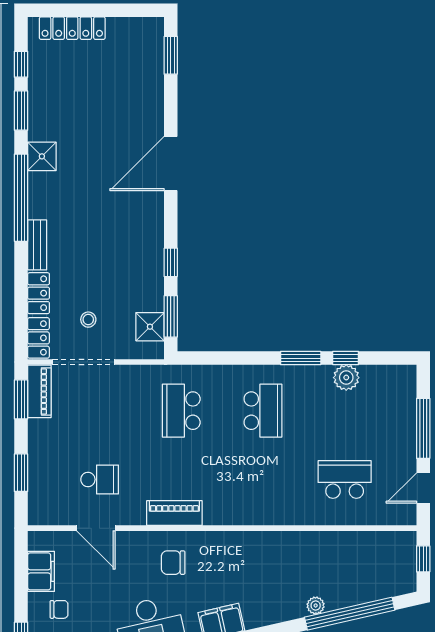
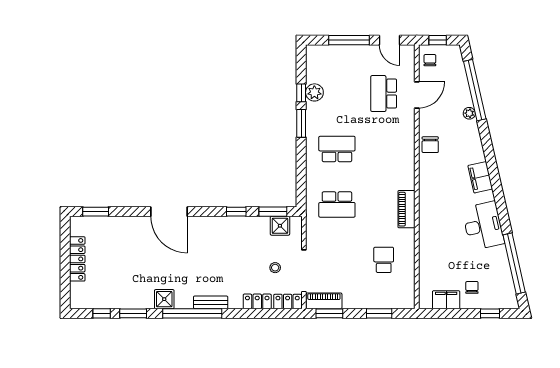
locker: (72, 28) -> (77, 259), moved
bench: (37, 245) -> (211, 302), moved
door: (96, 528) -> (417, 95), moved
chair: (394, 548) -> (430, 60), added
chair: (173, 563) -> (430, 145), moved

